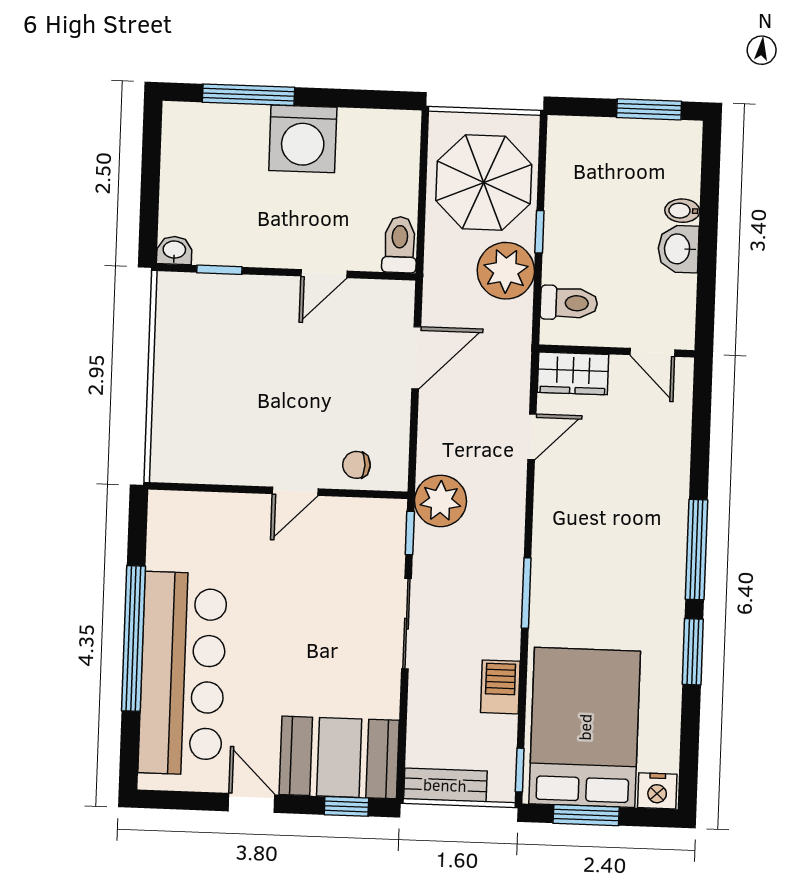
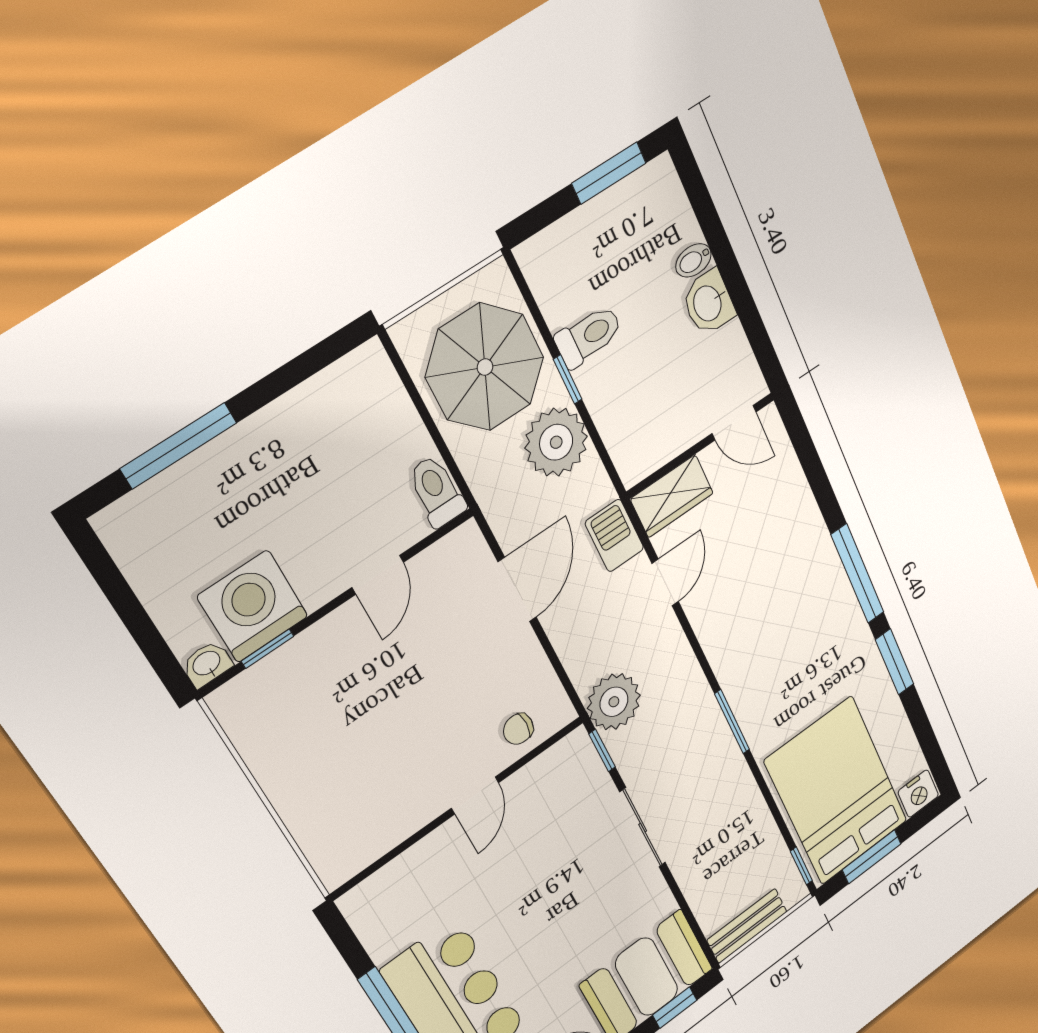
washing machine: (303, 139) -> (253, 606), moved, turned 180
toilet: (569, 303) -> (589, 336), moved
barbecue: (500, 687) -> (614, 536), moved

